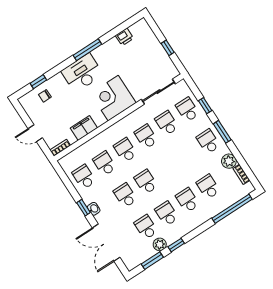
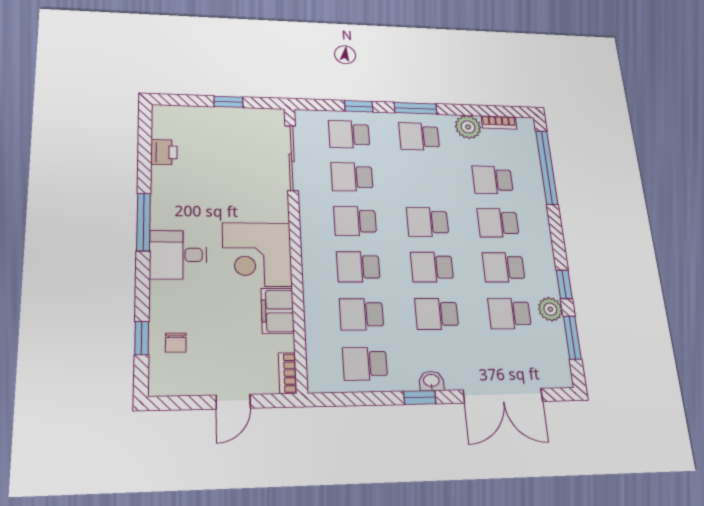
desk: (82, 73) -> (178, 255), width x0.73
corner desk: (113, 98) -> (257, 254), moved
school desk: (167, 168) -> (428, 222), added

